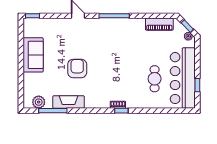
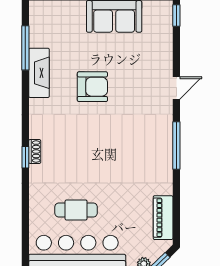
plant: (39, 102) -> (39, 25), removed

